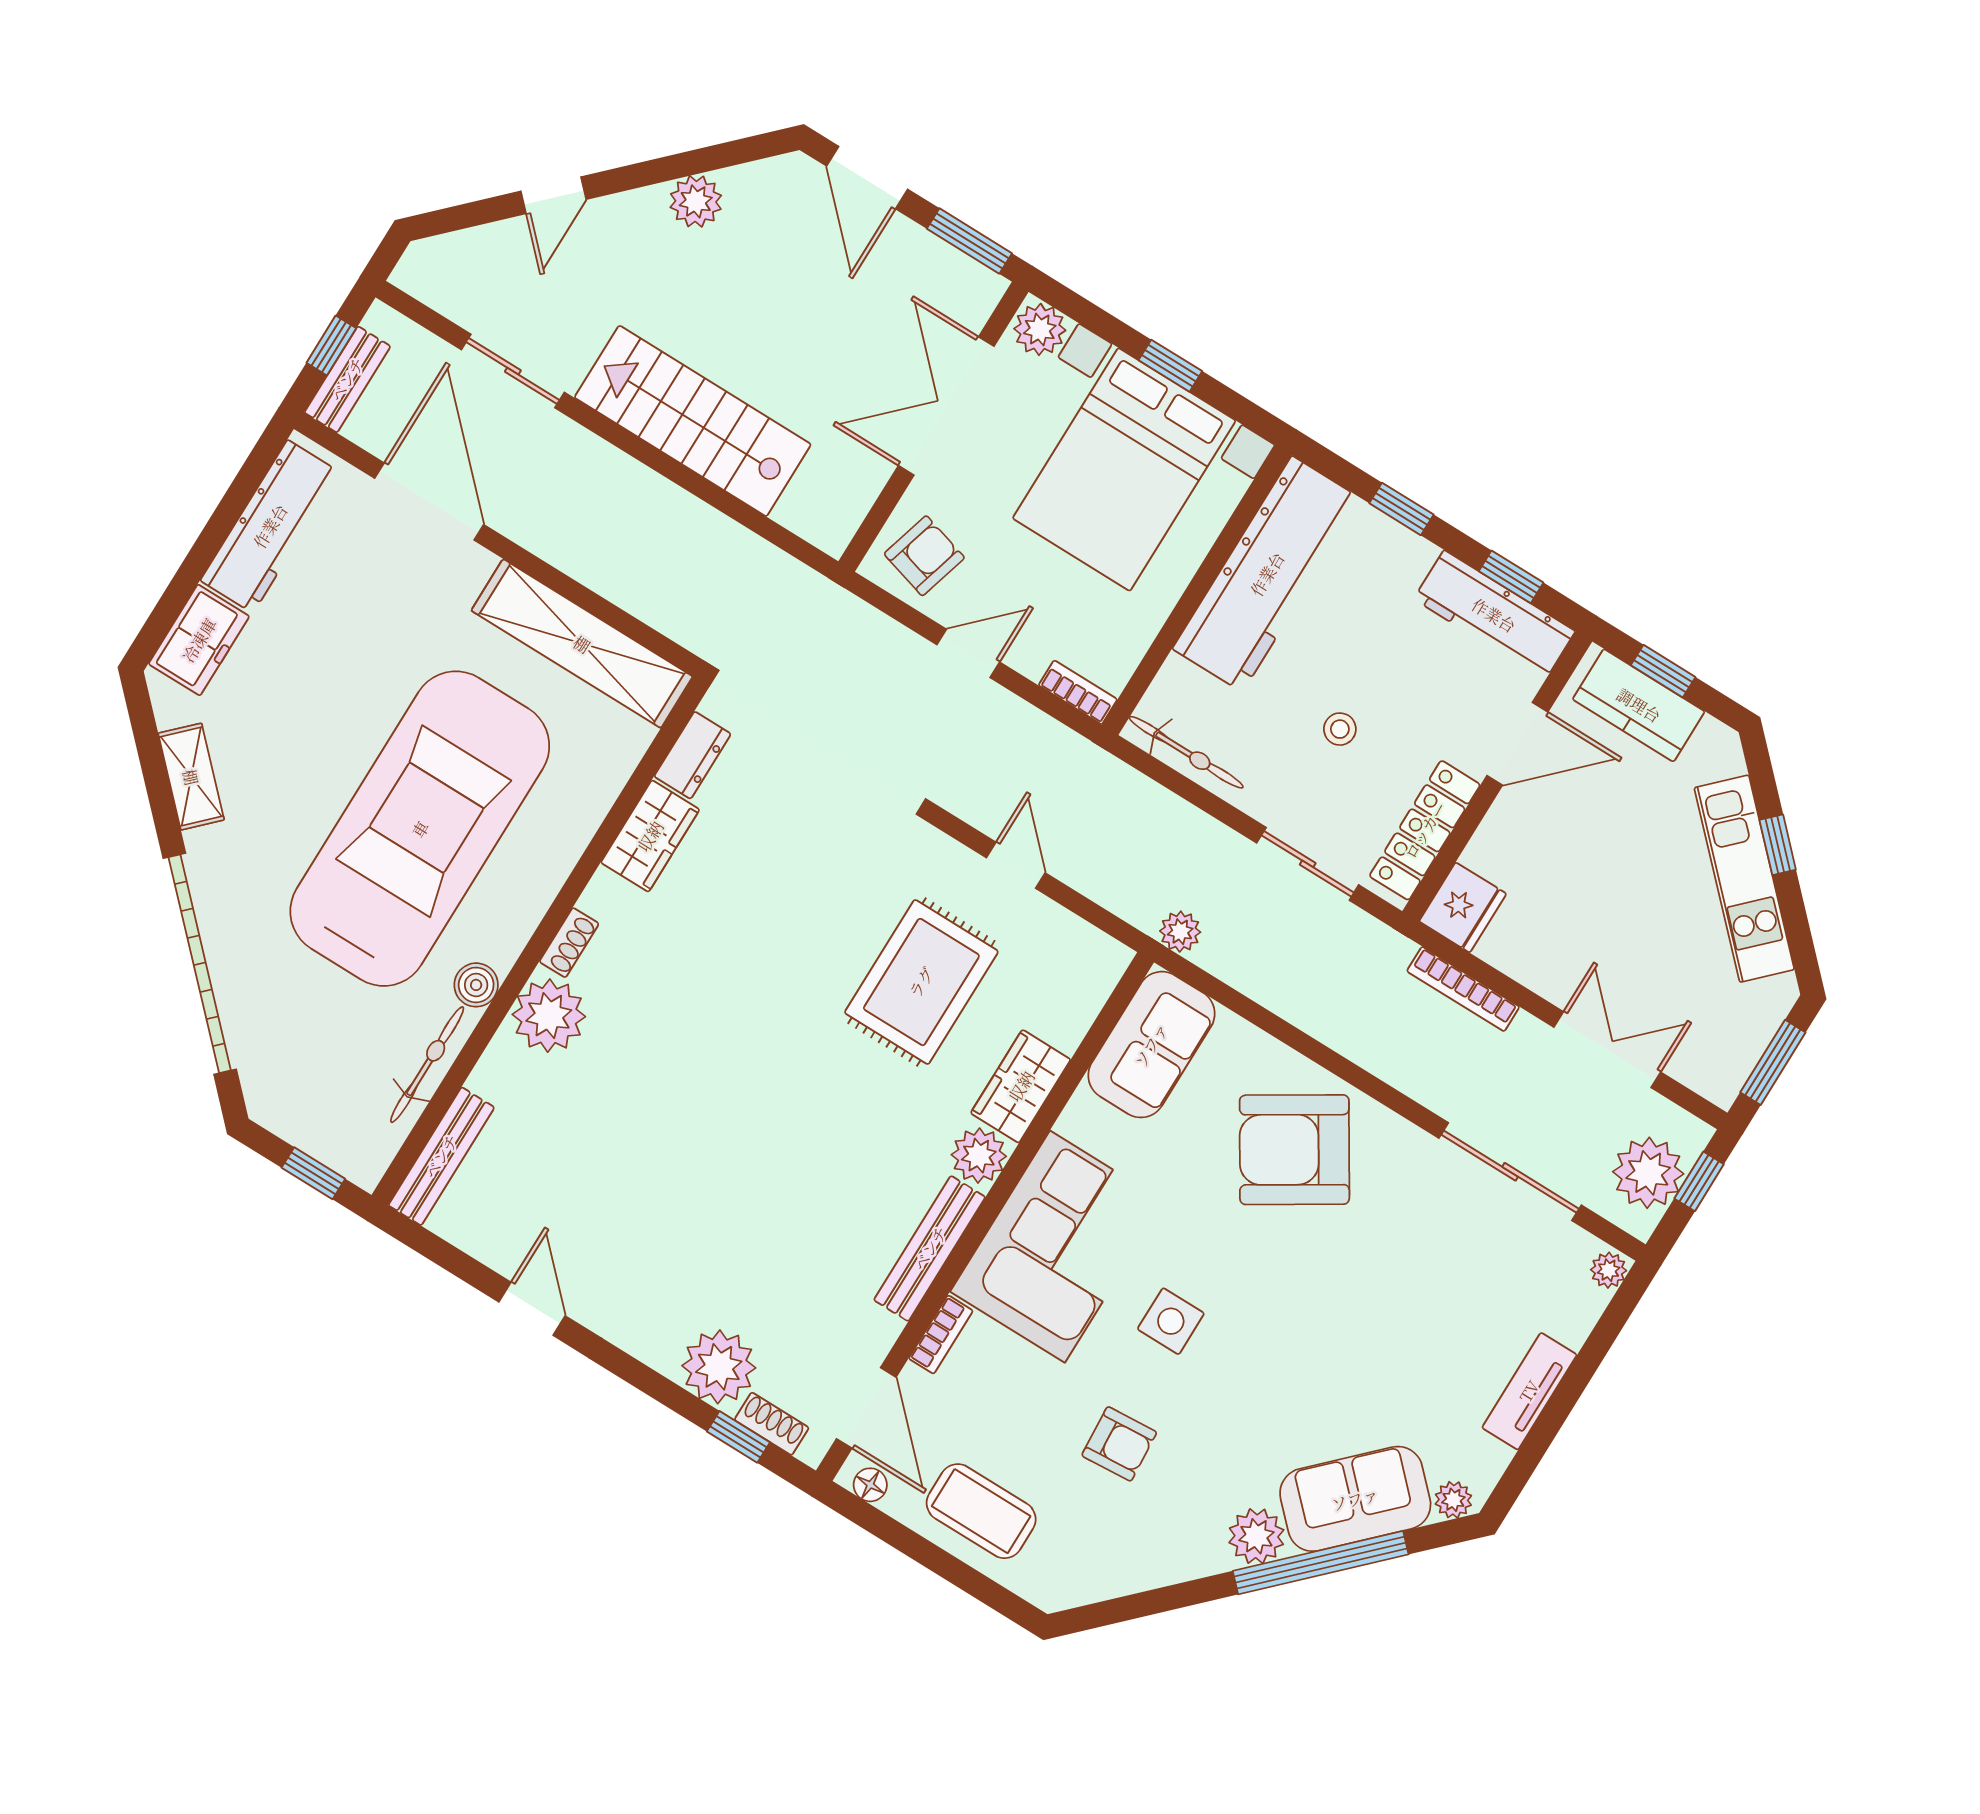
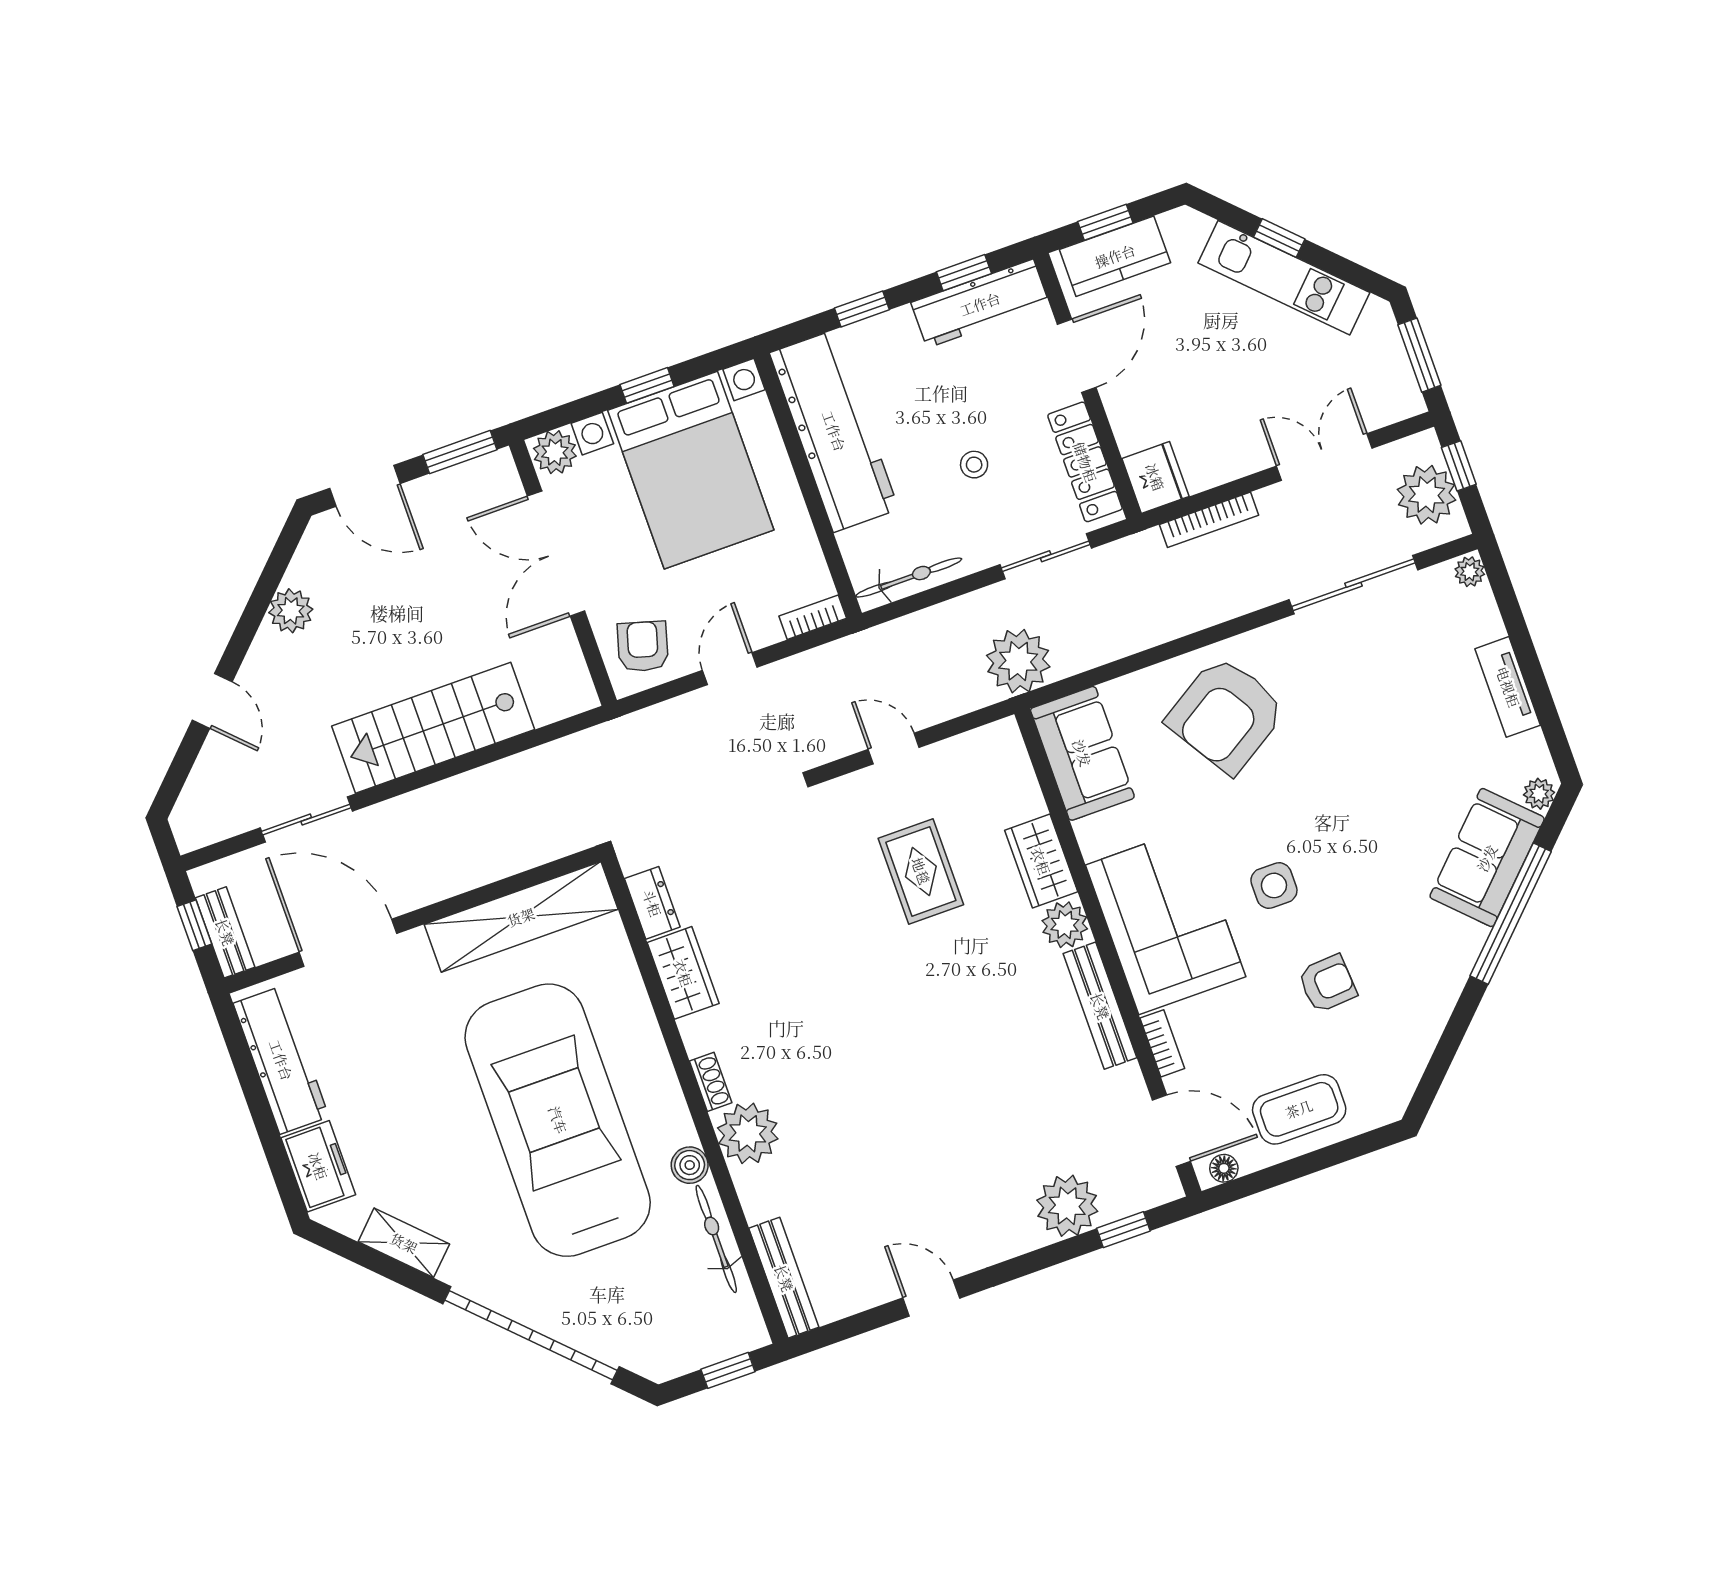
plant: (1180, 932) -> (1018, 661), width x1.88, depth x1.88
rug: (921, 982) -> (921, 871), width x0.73, depth x0.70
shoe rack: (772, 1424) -> (1132, 1201), removed
plant: (1256, 1536) -> (1460, 942), removed

